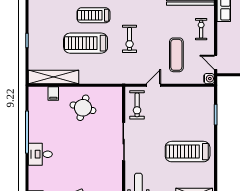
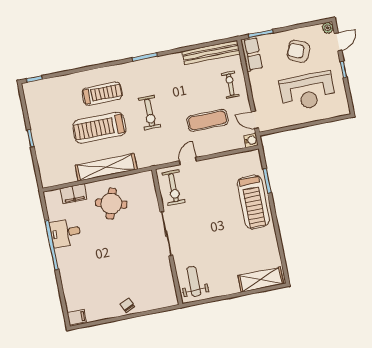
treadmill: (93, 15) -> (102, 94), turned 180
exercise mat: (176, 55) -> (208, 120), turned 90
shelving: (54, 77) -> (106, 167), moved
filing cabinet: (53, 93) -> (74, 194), width x2.00
treadmill: (188, 152) -> (253, 202), moved, turned -90
desk: (40, 154) -> (65, 233), moved

